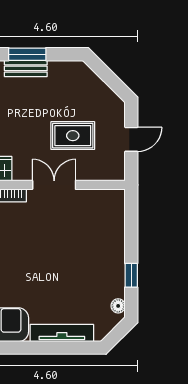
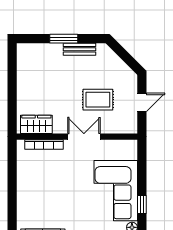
bench: (26, 68) -> (79, 49), moved
corner sofa: (96, 257) -> (116, 191), added

